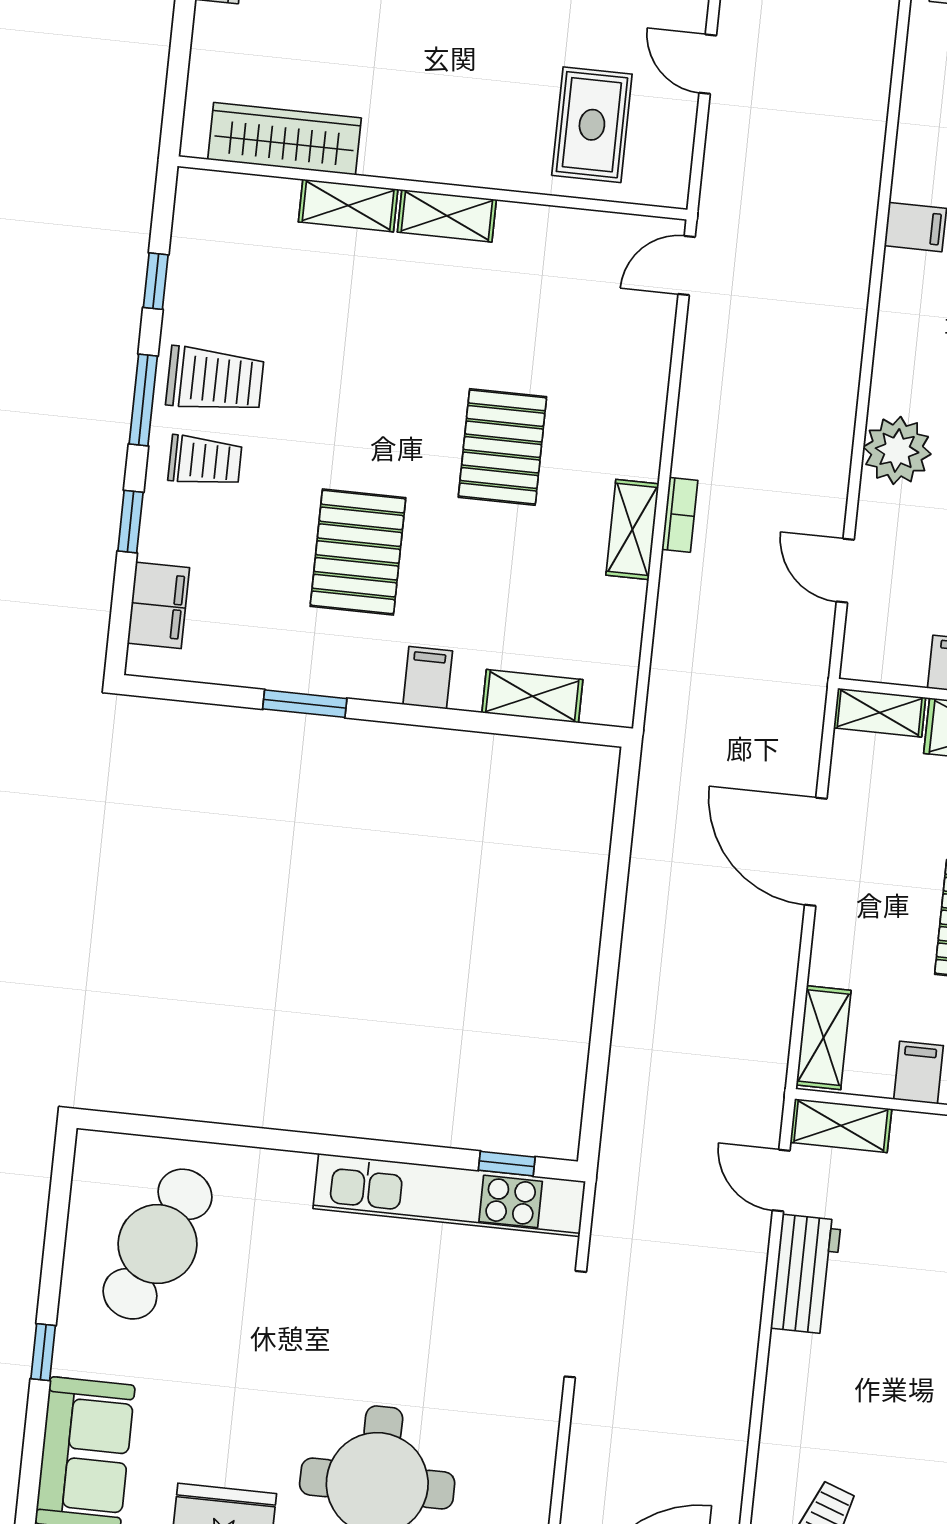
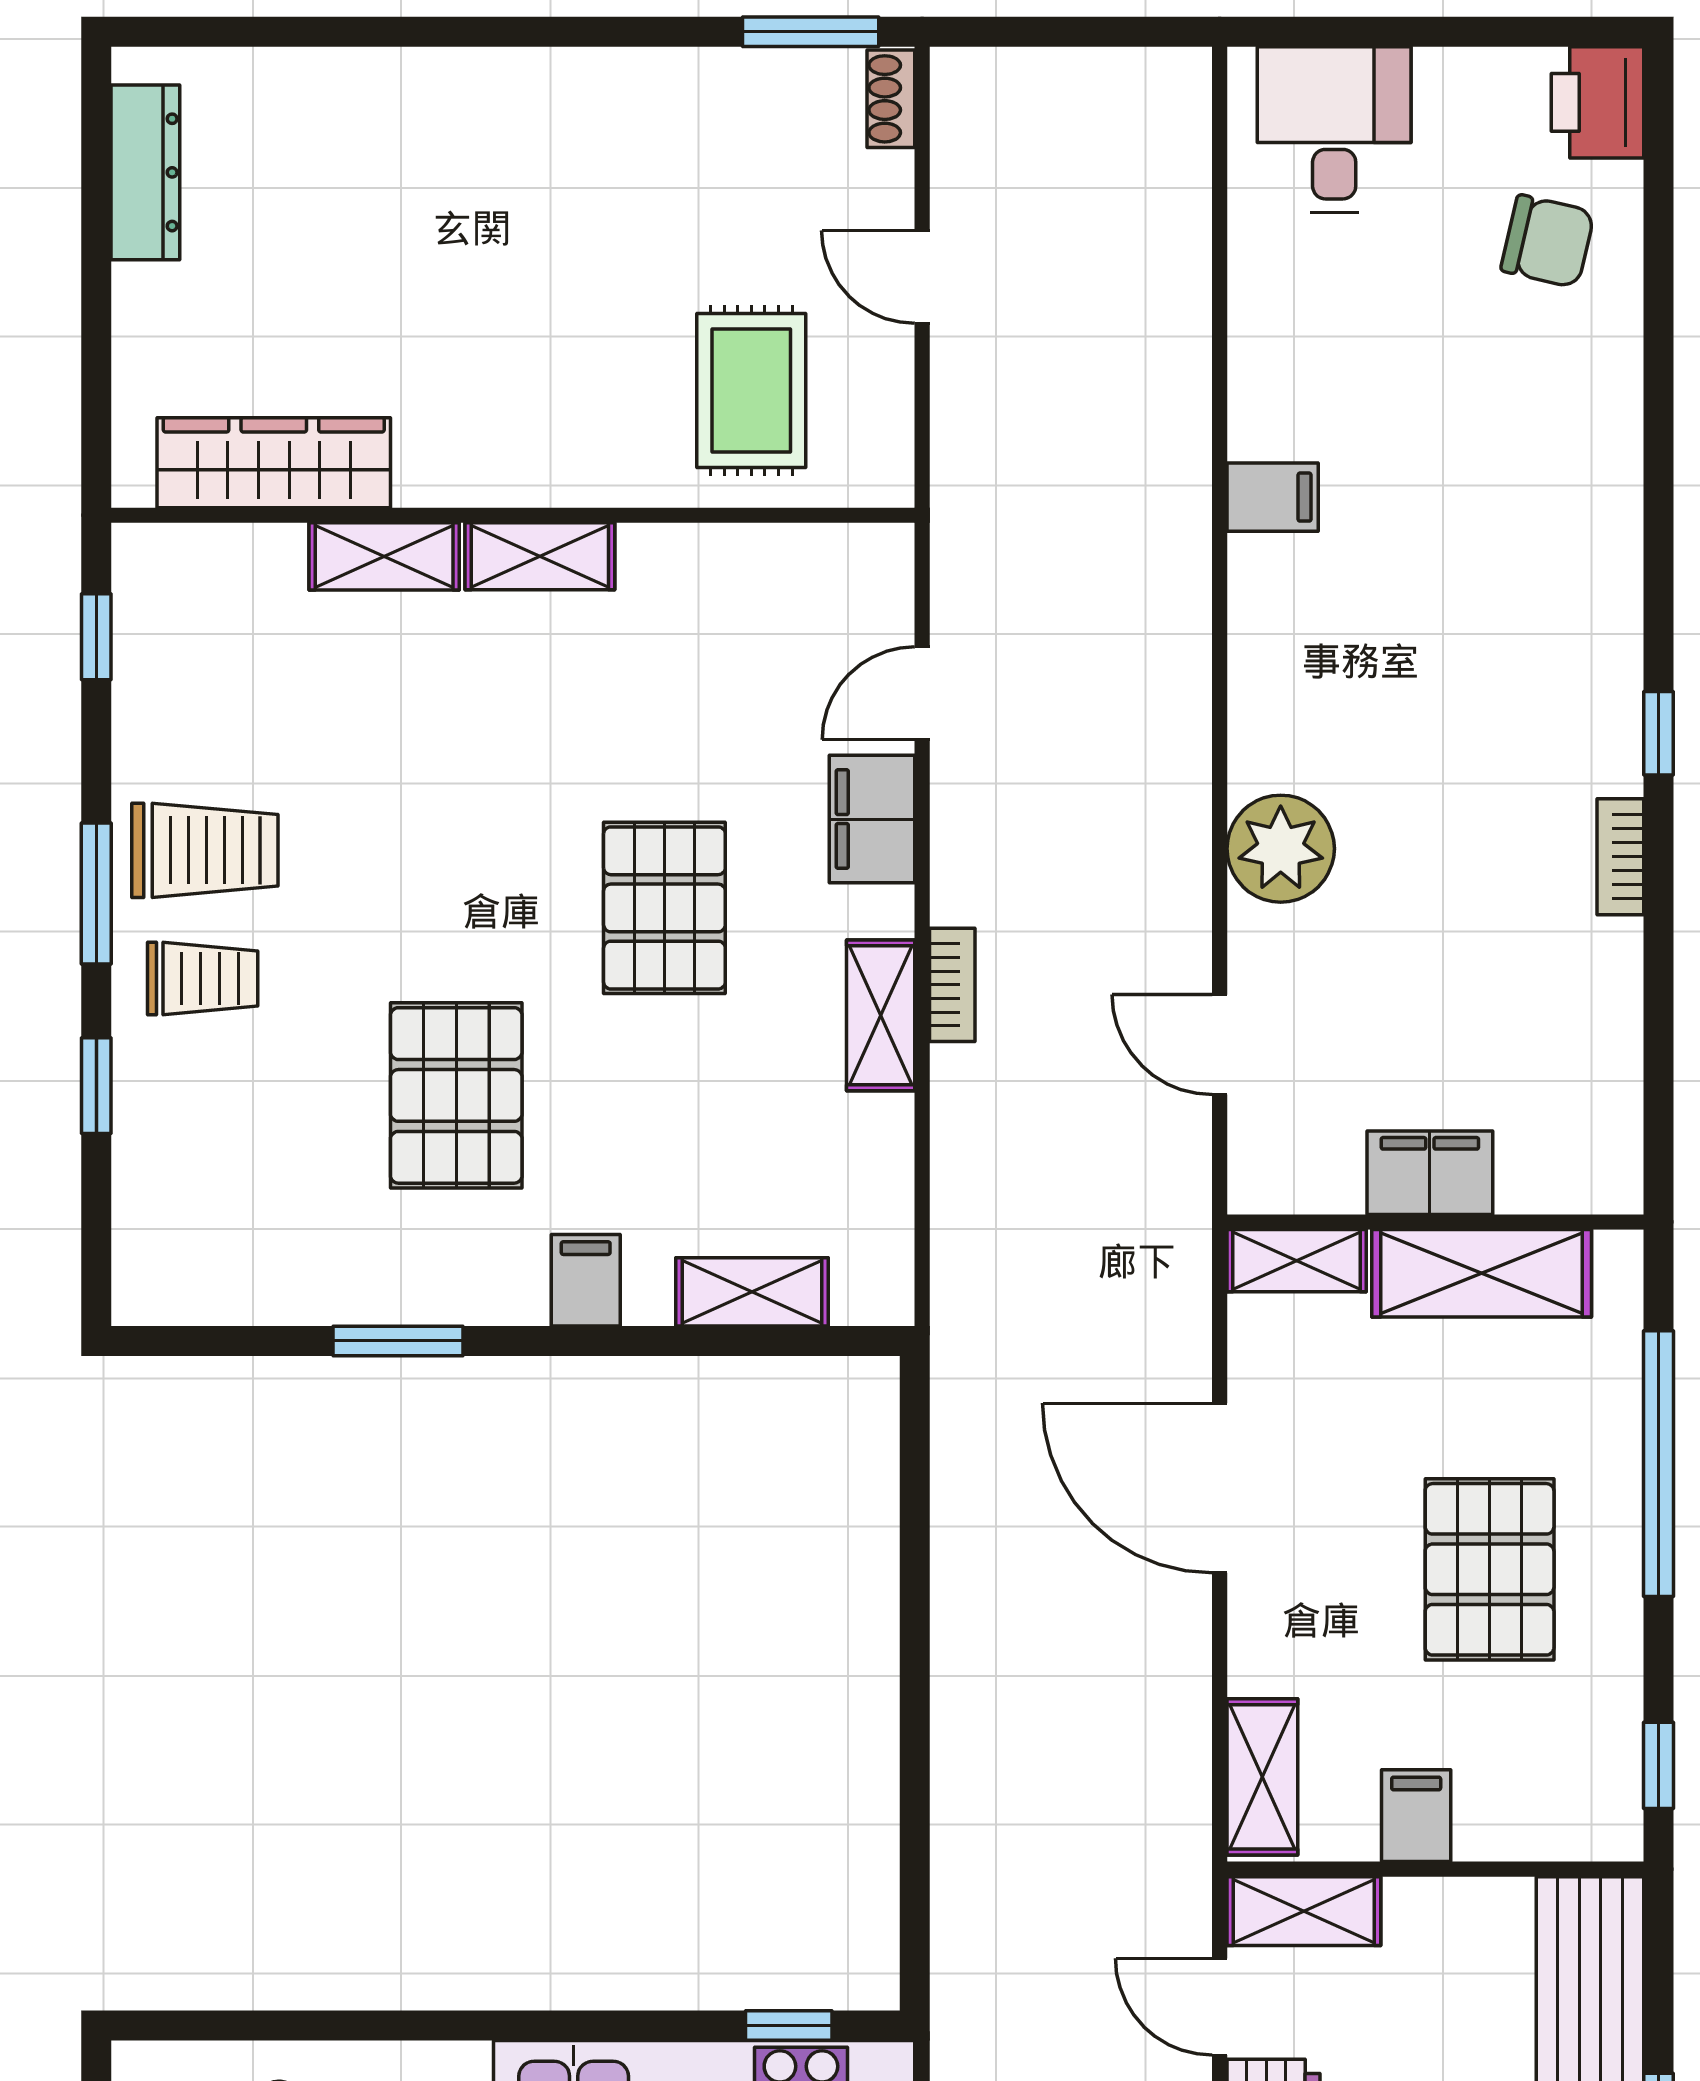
door: (687, 265) -> (922, 693), moved
window: (156, 281) -> (96, 637), moved
filing cabinet: (158, 605) -> (872, 819), moved, turned 180

